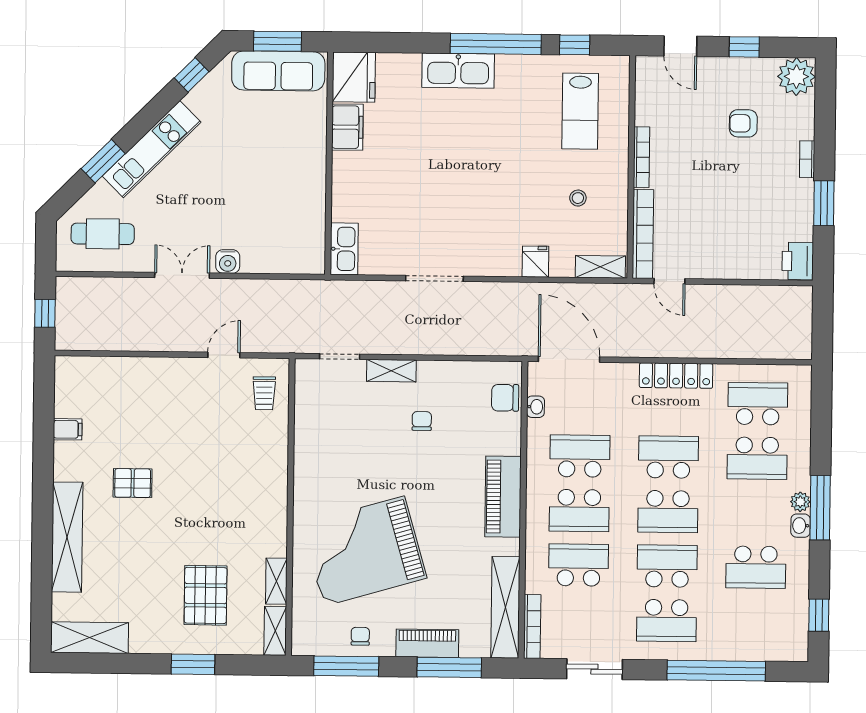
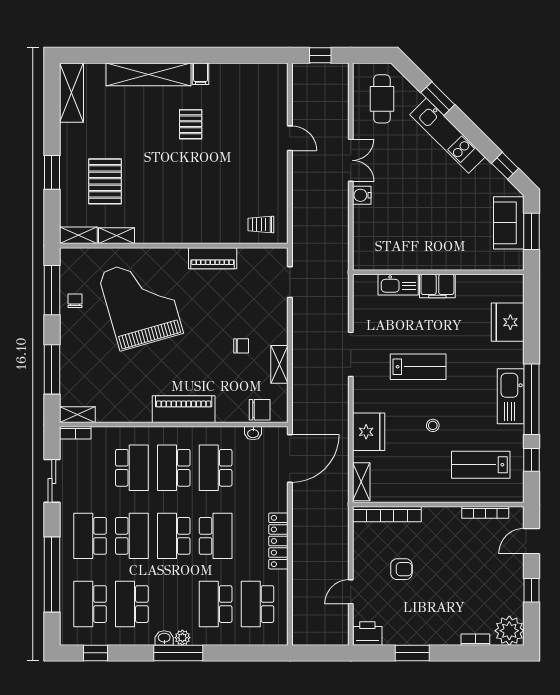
sofa: (278, 71) -> (509, 223), width x0.73
kitchen sink: (458, 71) -> (511, 396), moved
fridge: (354, 77) -> (508, 322), moved, turned 90
armchair: (743, 123) -> (401, 569), moved, turned 90
filing cabinet: (347, 127) -> (437, 286), moved
bookcase: (642, 157) -> (485, 512), moved
bookcase: (807, 159) -> (475, 640), moved
lab bench: (452, 191) -> (418, 367), added
stool: (578, 198) -> (433, 425), moved
kitchen sink: (344, 249) -> (398, 285), moved
fridge: (535, 262) -> (369, 432), width x1.88, depth x1.34
door: (669, 281) -> (351, 592), moved
door: (224, 355) -> (290, 138), moved
shelving: (391, 371) -> (279, 364), moved
chair: (505, 398) -> (260, 410), turned 90
school desk: (758, 404) -> (258, 604), turned 180
filing cabinet: (68, 429) -> (201, 74), moved
school desk: (580, 456) -> (216, 468), turned 180
pallet: (206, 595) -> (105, 181), turned 90
shelving: (505, 607) -> (77, 415), width x0.45, depth x0.75
school desk: (755, 622) -> (90, 604), added
bookcase: (532, 627) -> (75, 433), width x0.64
chair: (360, 636) -> (75, 301), turned -90
piano: (427, 643) -> (213, 258), moved, turned 90

